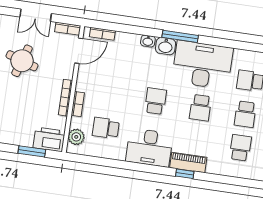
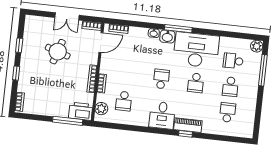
school desk: (106, 128) -> (124, 101), turned -90
desk: (149, 148) -> (162, 115), width x0.73
window: (32, 151) -> (68, 121), width x1.44

